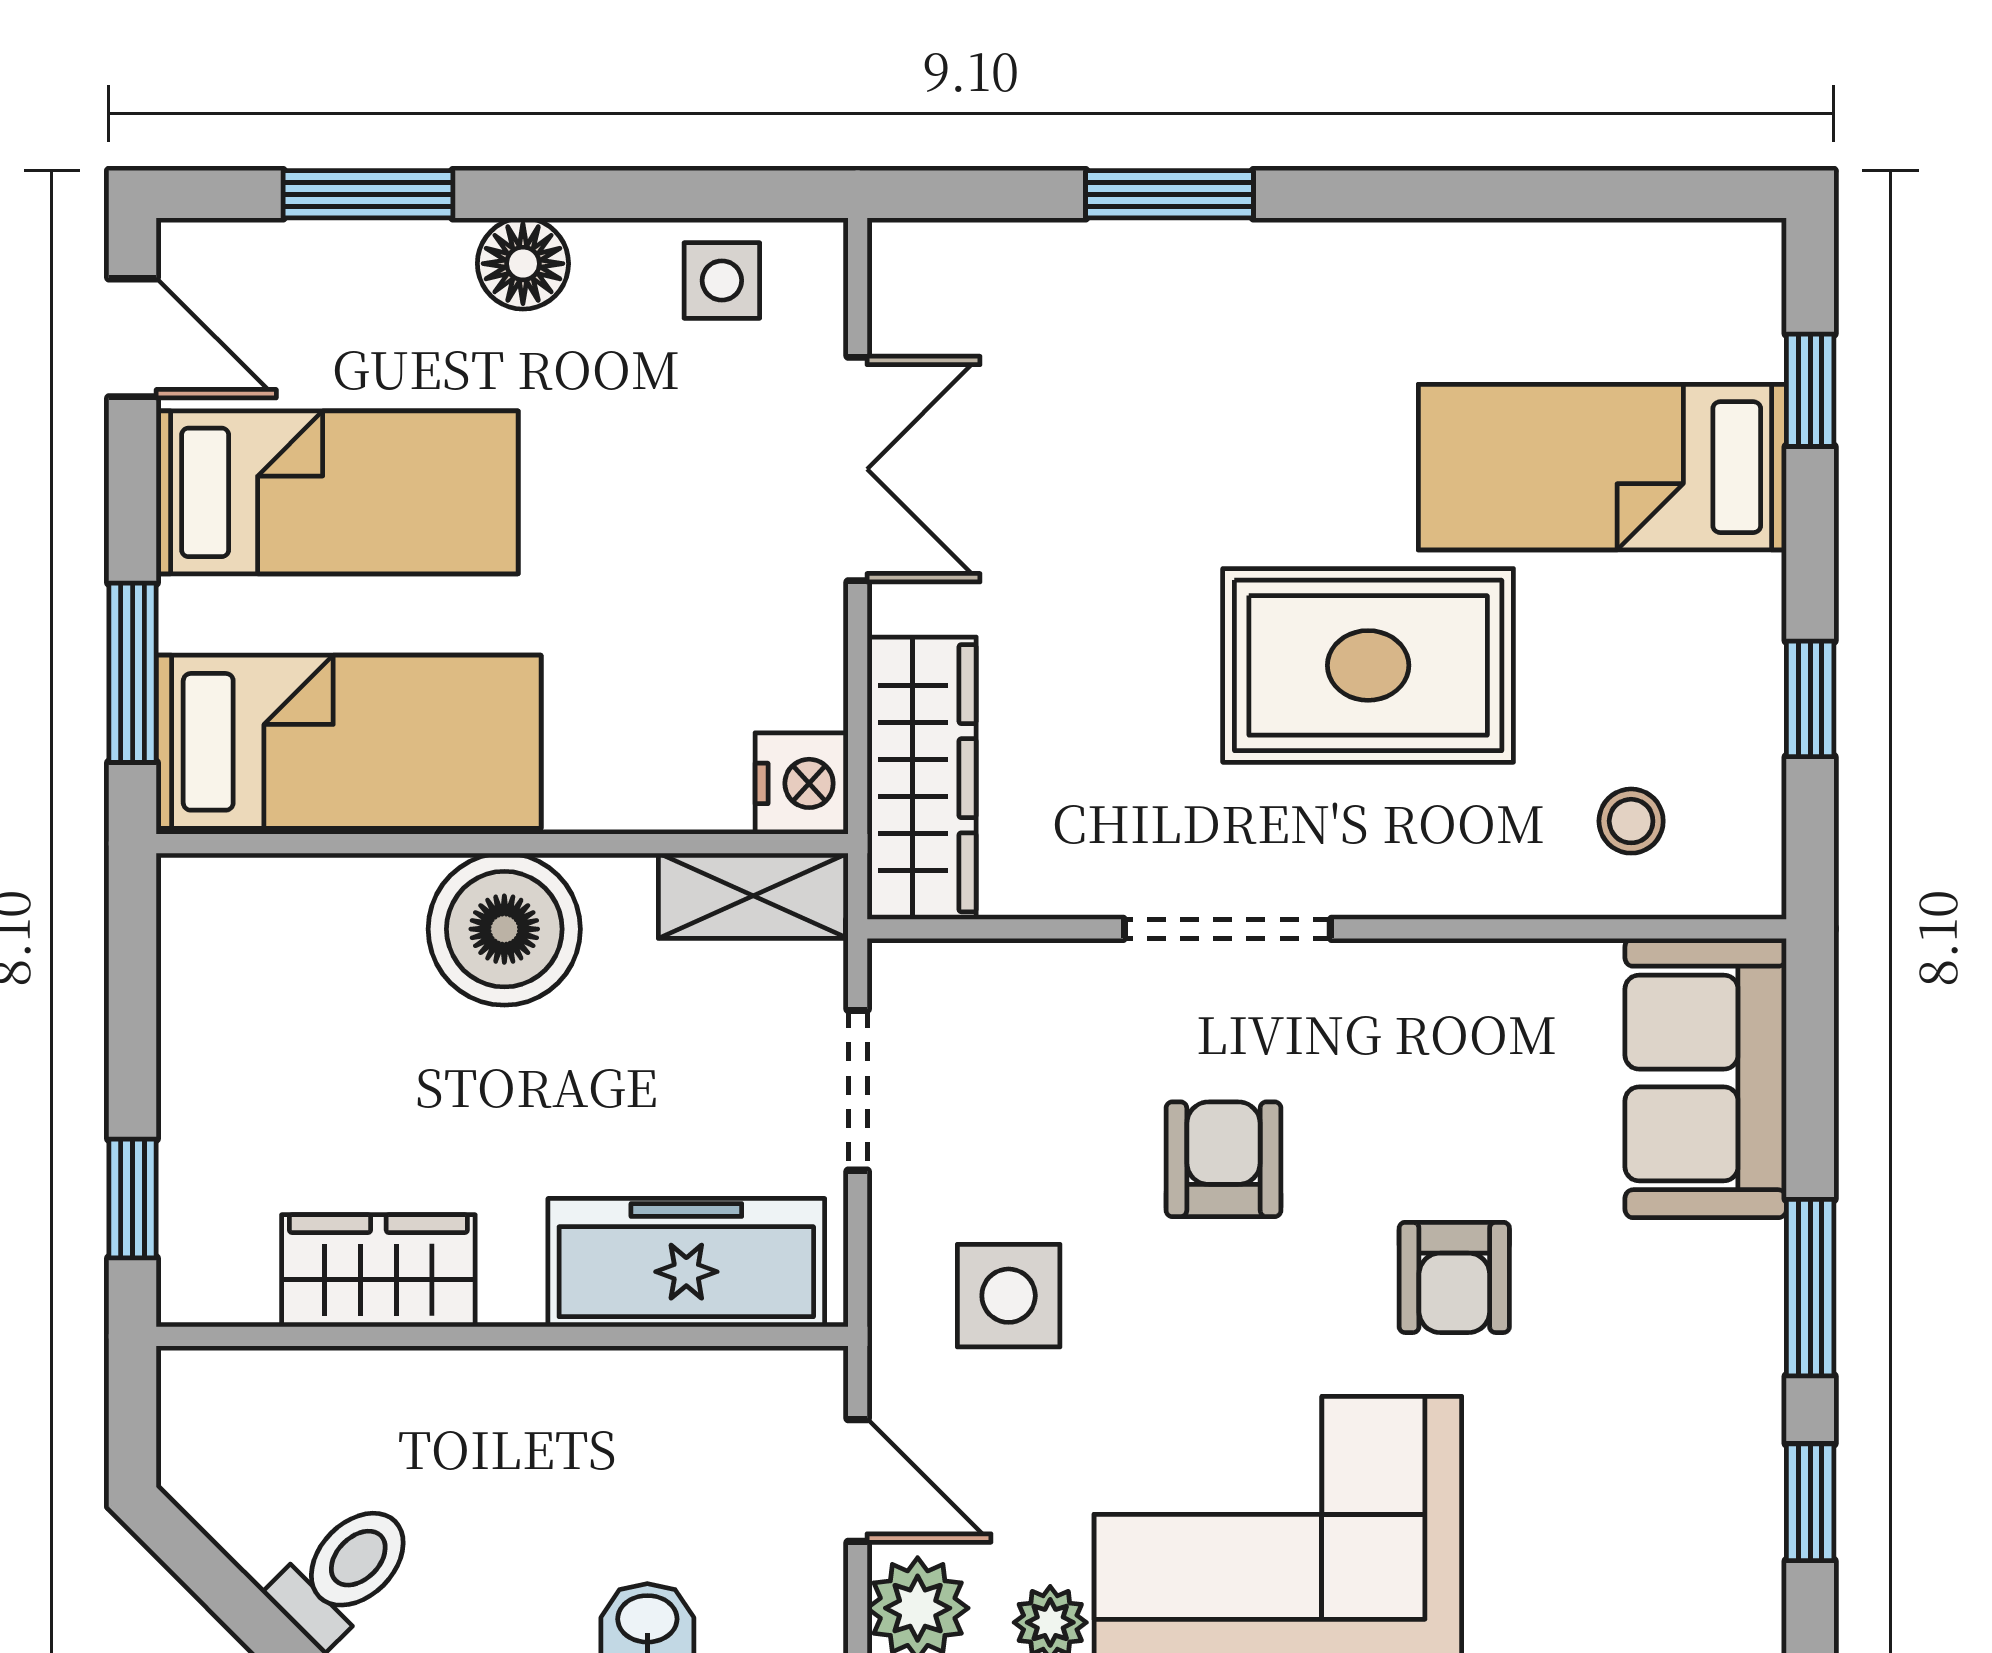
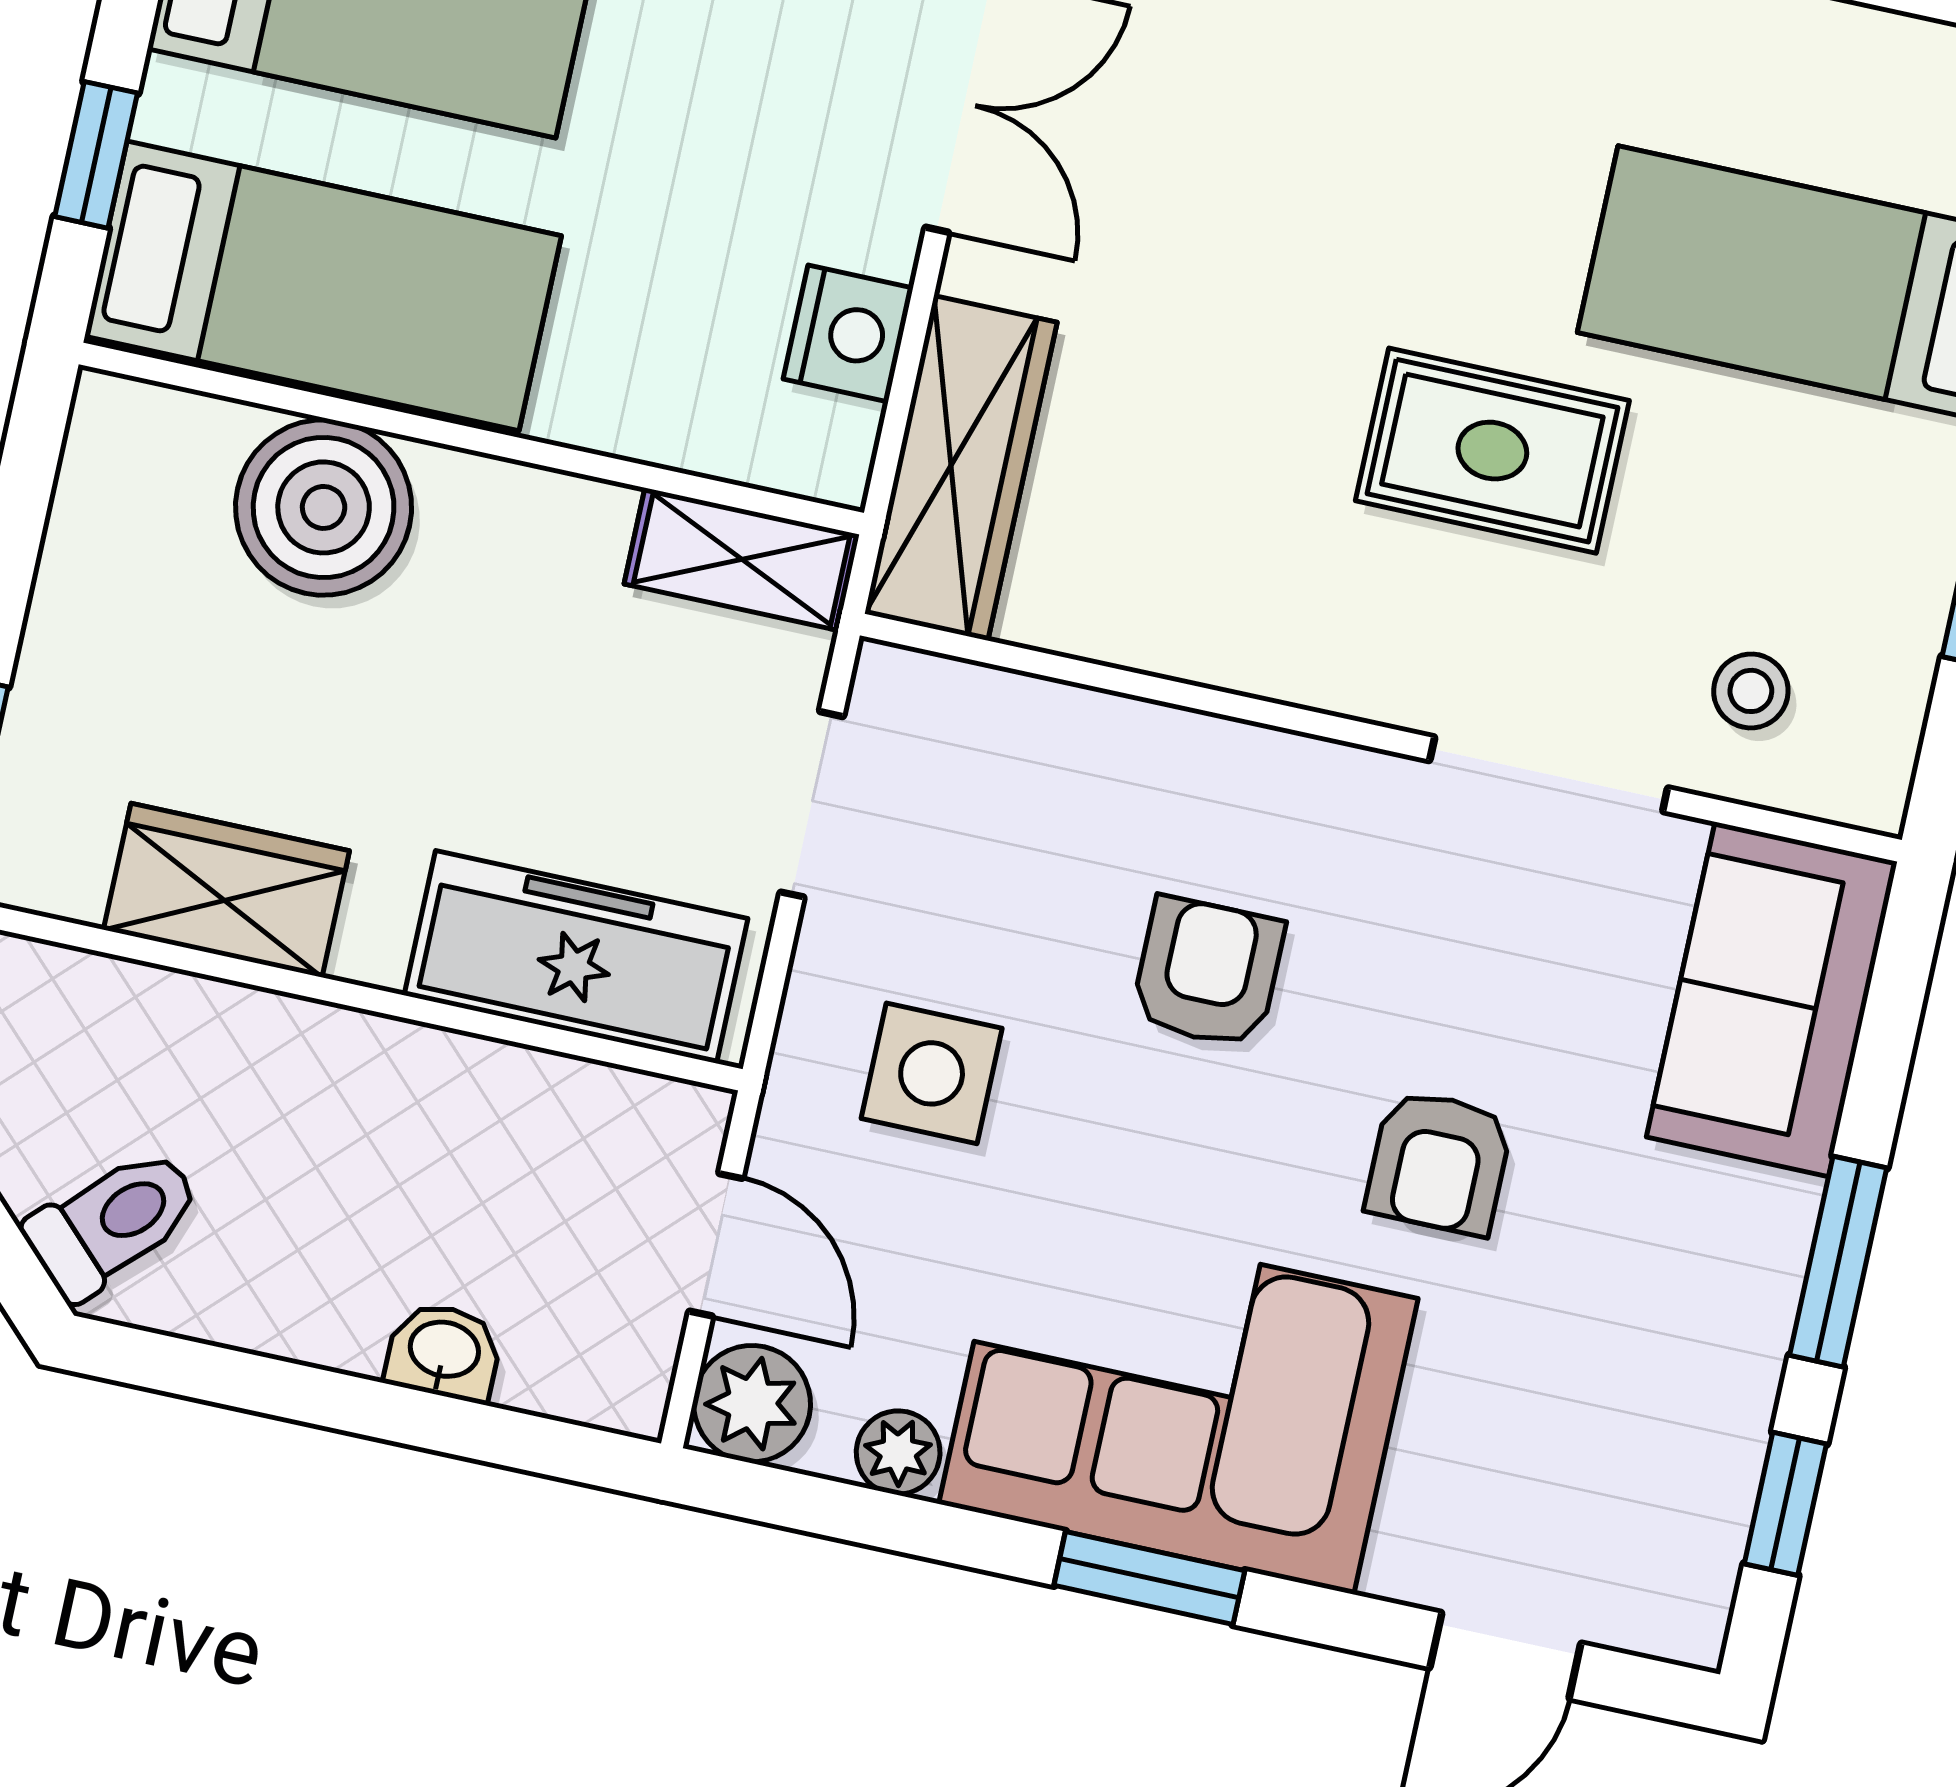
rug: (1368, 665) -> (1492, 451), width x0.73, depth x0.70
window: (133, 673) -> (96, 155), width x0.67
nightstand: (802, 783) -> (848, 333), moved
boiler: (504, 929) -> (324, 507), moved
doorway: (1227, 929) -> (1549, 774), moved

